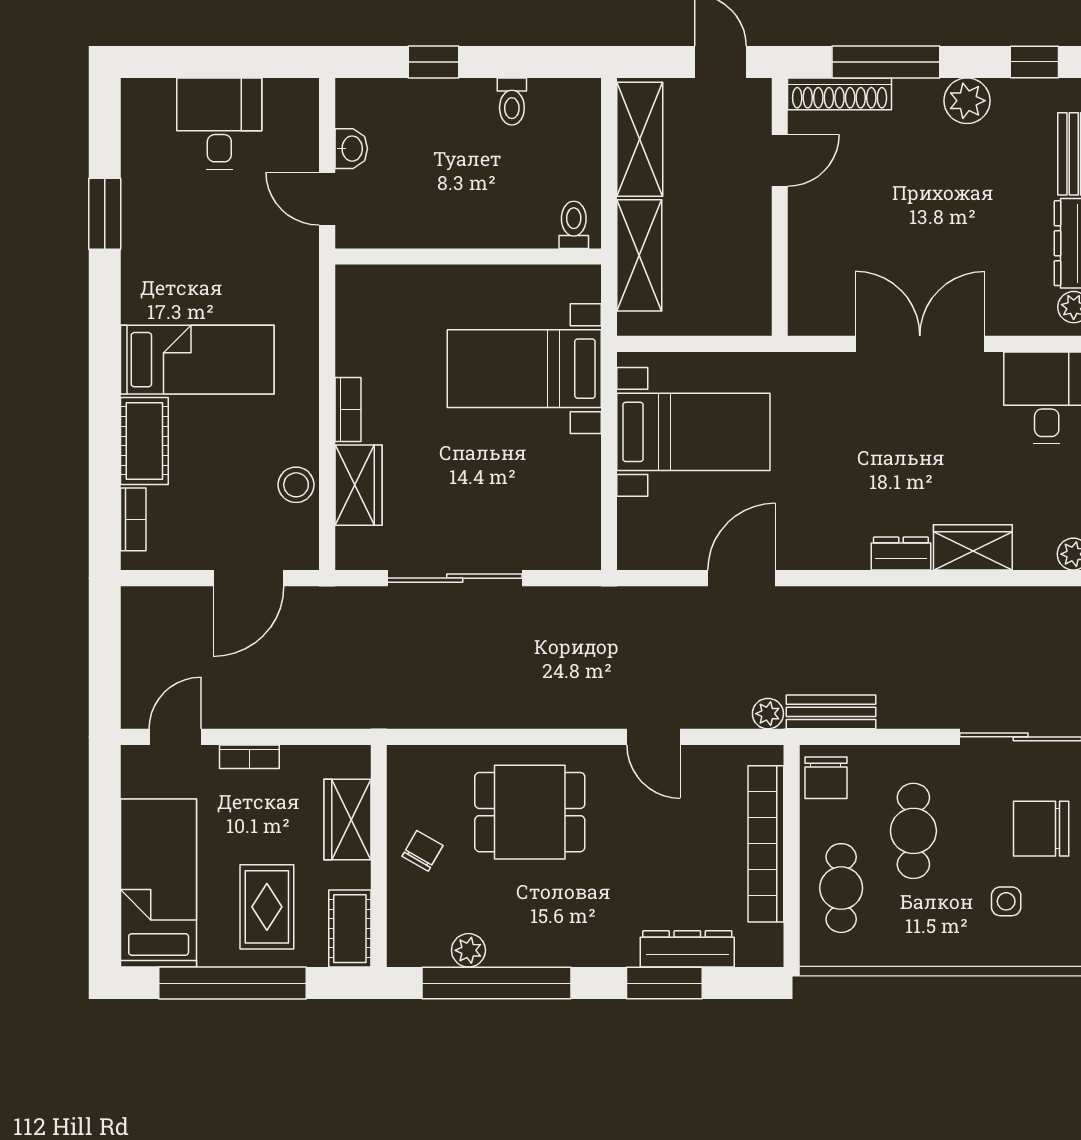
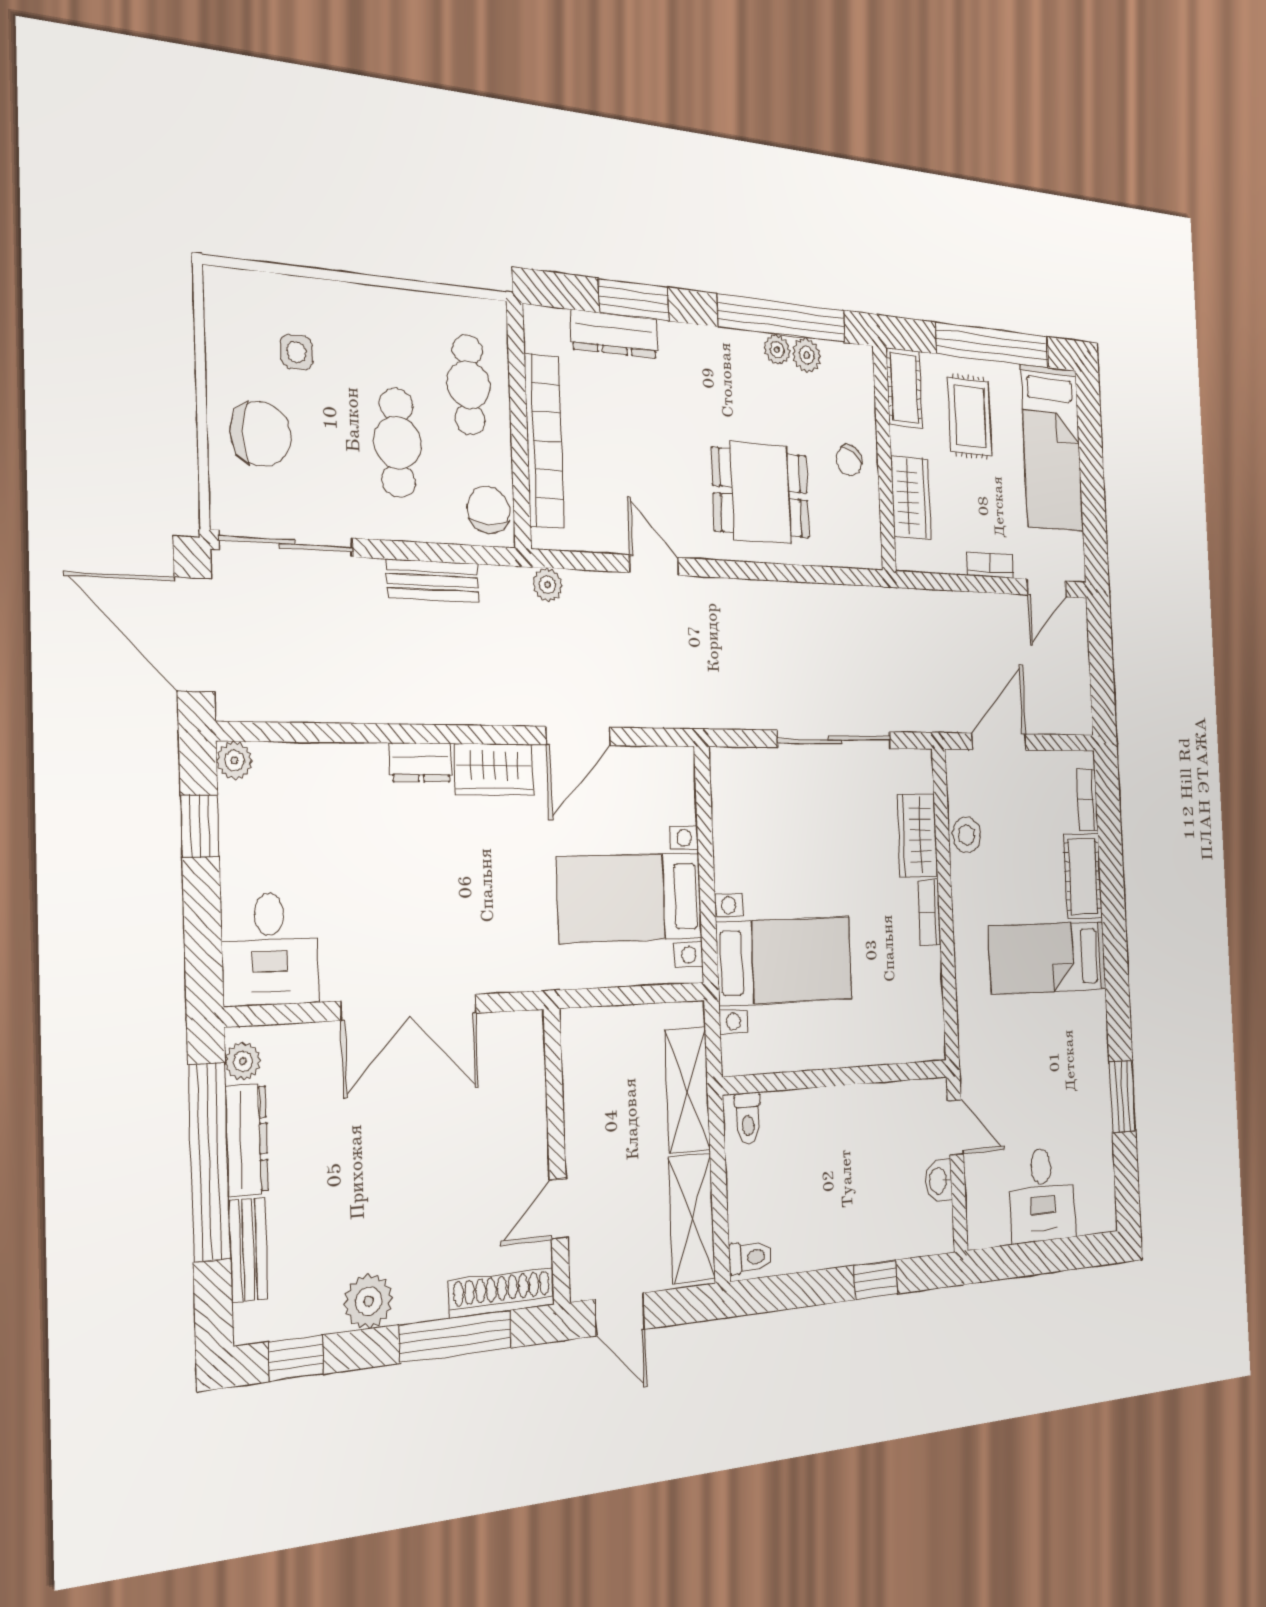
toilet: (512, 102) -> (750, 1257), moved, turned 90
wardrobe: (973, 547) -> (494, 770), moved
bench: (831, 712) -> (433, 581), moved
plant: (504, 952) -> (777, 350), added

